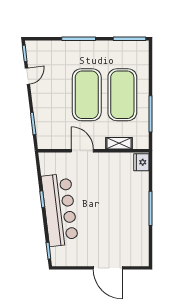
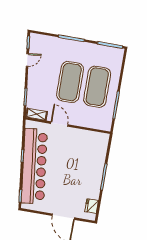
shelving: (119, 143) -> (37, 114), moved
fridge: (141, 162) -> (92, 206), moved
bar counter: (60, 210) -> (34, 166), width x1.36

